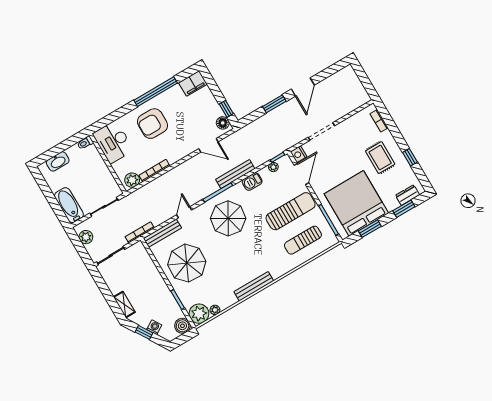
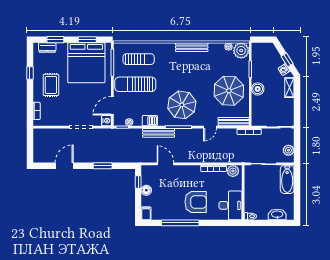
filing cabinet: (193, 83) -> (146, 213), width x0.50
door: (303, 87) -> (64, 166), moved
floor lamp: (223, 123) -> (146, 190), moved
boiler: (182, 326) -> (258, 89), moved
washing machine: (154, 327) -> (284, 70), moved

